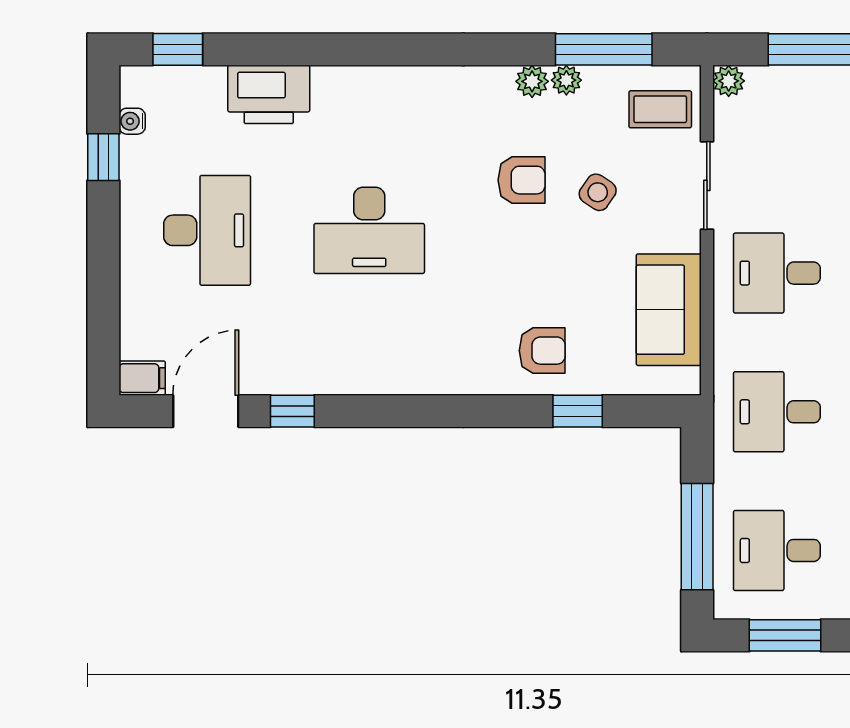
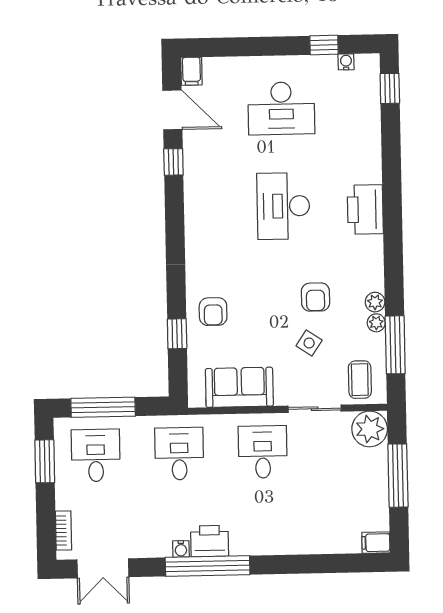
plant: (729, 81) -> (370, 429), width x1.88, depth x1.88
printer: (269, 94) -> (365, 209), moved

